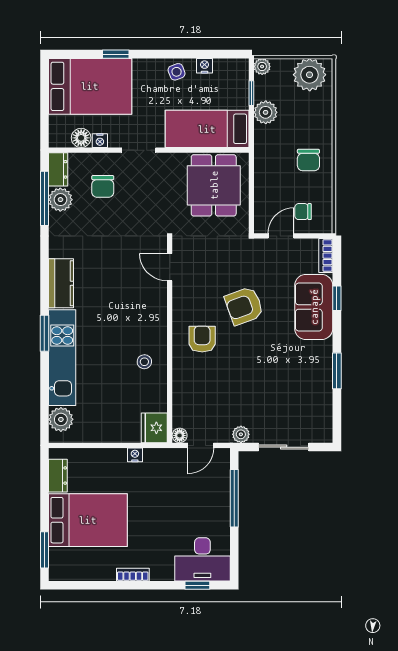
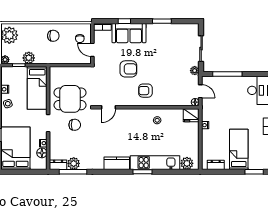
dining table: (214, 185) -> (70, 99), moved
chair: (103, 186) -> (75, 125), moved
armchair: (244, 306) -> (128, 69), turned -70
bed: (88, 520) -> (239, 149), width x0.67

